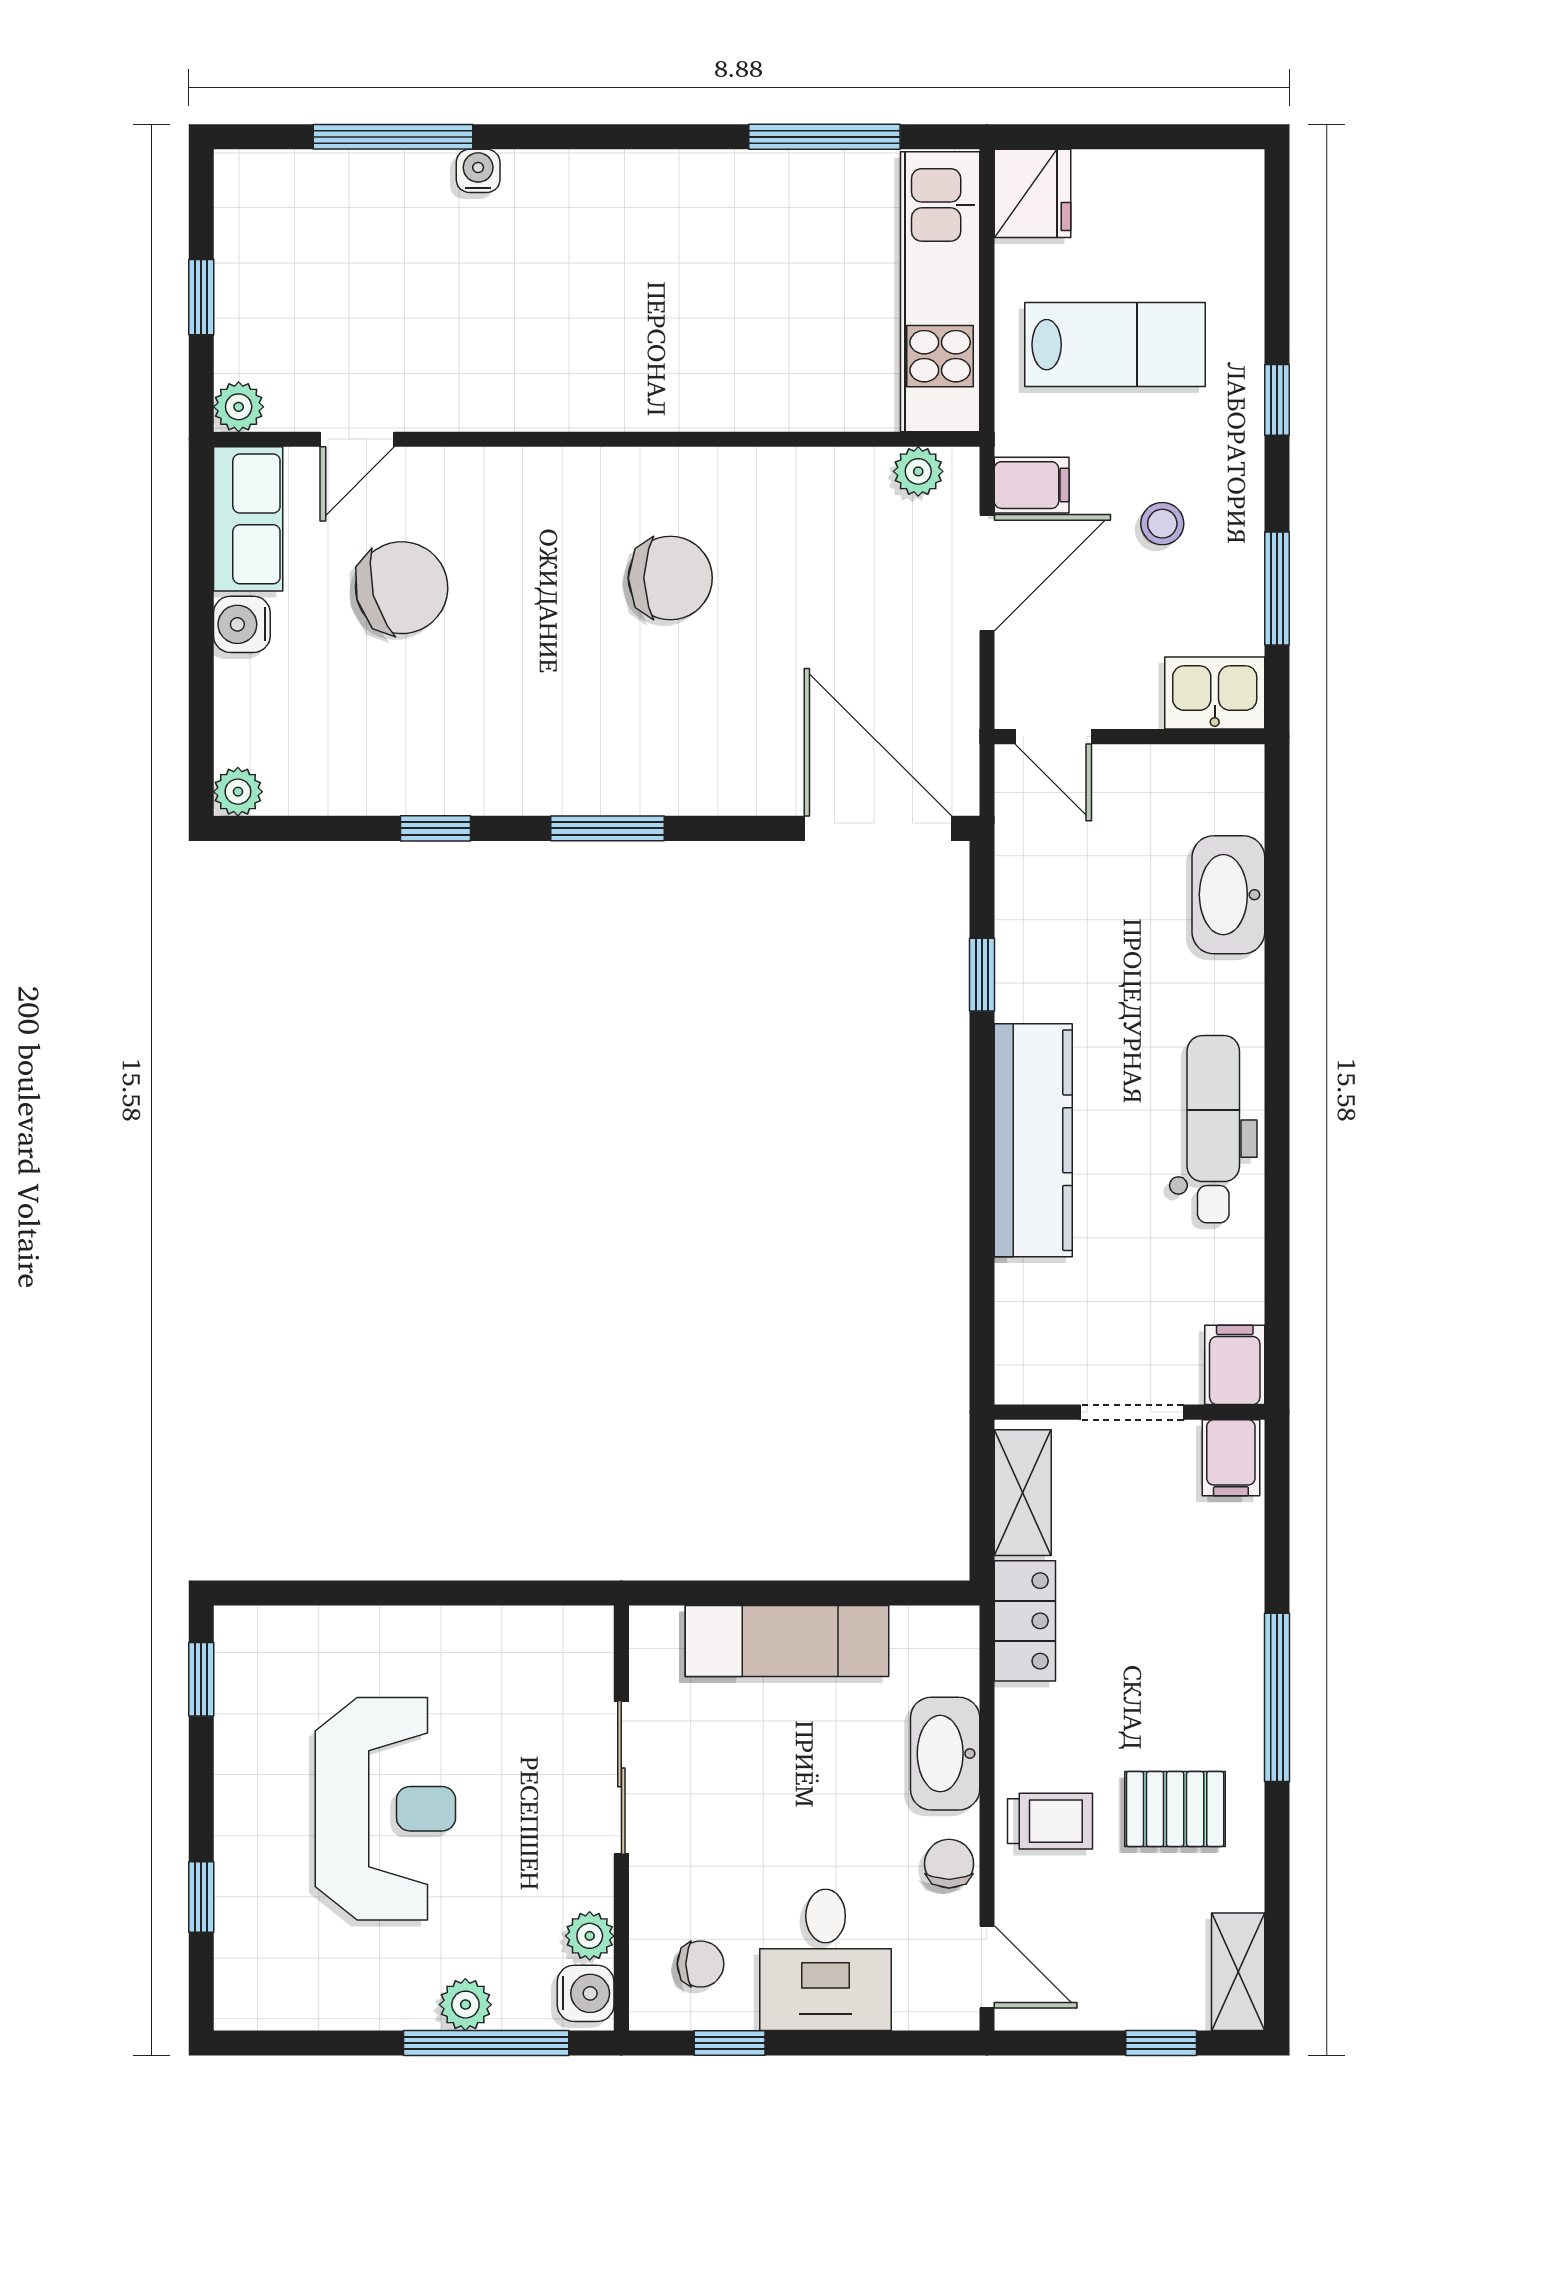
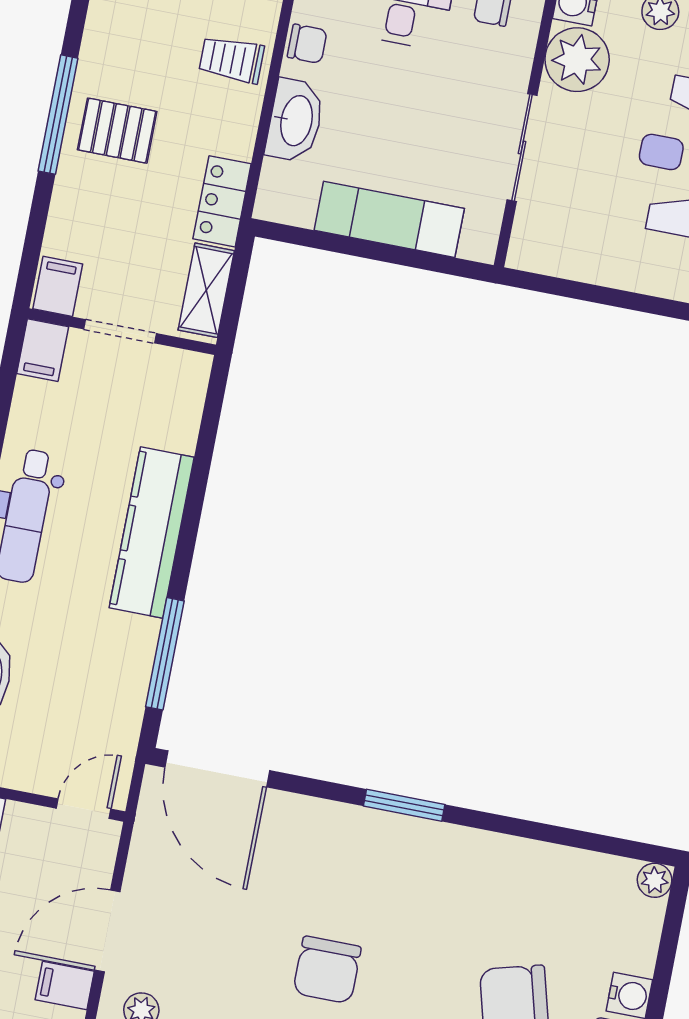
chair: (670, 578) -> (327, 970), turned -90
door: (1053, 737) -> (84, 809), hinge flipped
window: (435, 828) -> (523, 828), removed
window: (982, 975) -> (165, 654), width x2.17
pallet: (1175, 1809) -> (117, 131), moved
chair: (949, 1864) -> (307, 44), turned -90
plant: (590, 1936) -> (577, 60), width x1.88, depth x1.88

